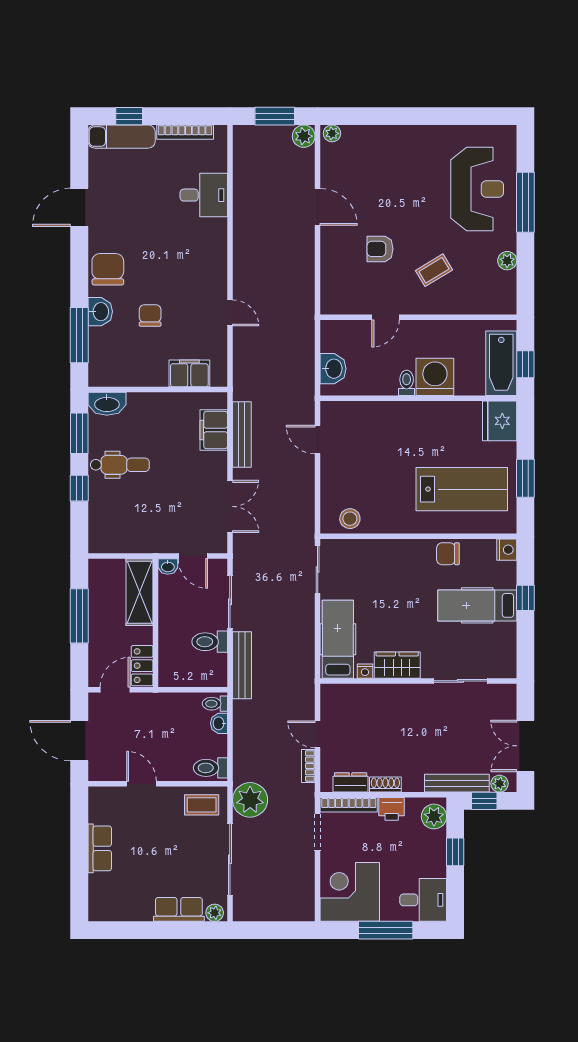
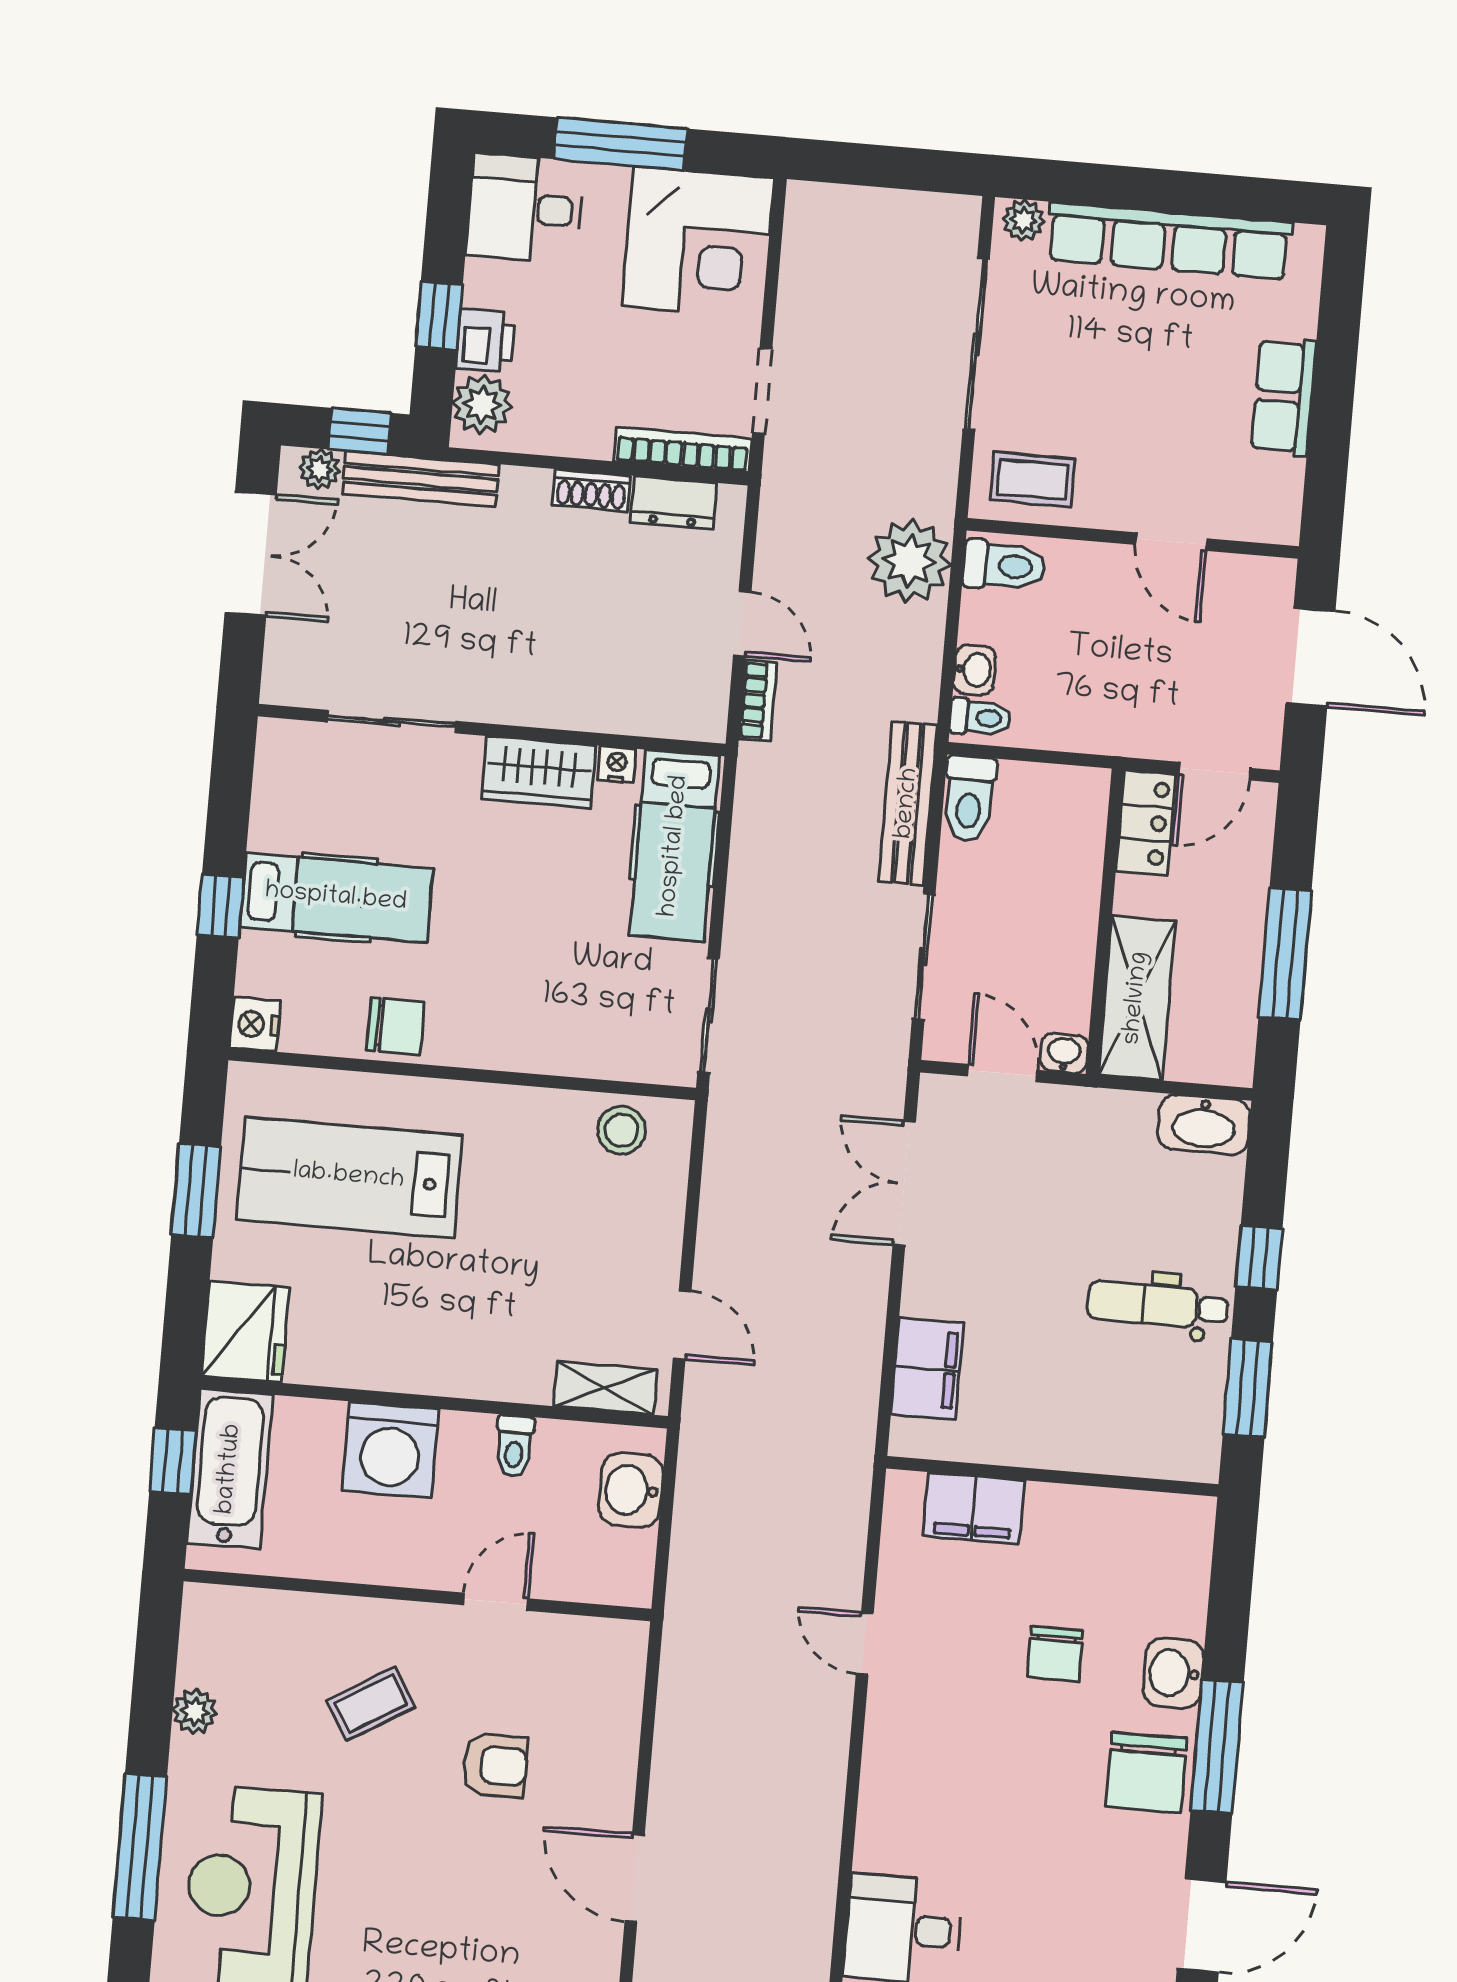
window: (79, 335) -> (1217, 1746), moved
toilet: (407, 383) -> (514, 1446), moved
washbasin: (107, 404) -> (1204, 1124), moved, turned 180
shelving: (347, 410) -> (605, 1388), added
bench: (242, 435) -> (861, 1352), removed
toilet: (210, 642) -> (969, 799), moved, turned 90
bookcase: (308, 766) -> (758, 701), moved
plant: (250, 800) -> (909, 561), moved
printer: (392, 809) -> (485, 341), moved, turned 90
row of seats: (179, 909) -> (1169, 241), width x2.02

